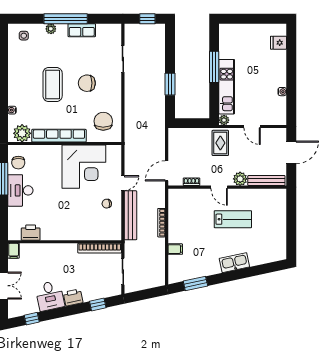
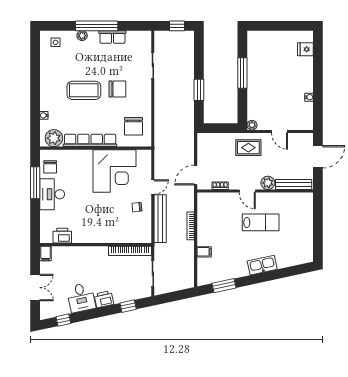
chair: (87, 83) -> (117, 89), turned 180
coffee table: (53, 85) -> (84, 90), turned 90
kitchen unit: (227, 87) -> (255, 92), removed
chair: (103, 121) -> (133, 126), turned 180
rug: (220, 143) -> (248, 148), turned 90

